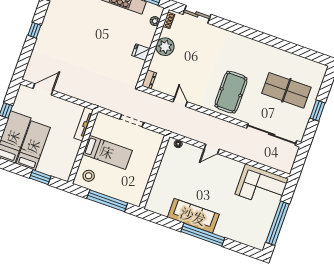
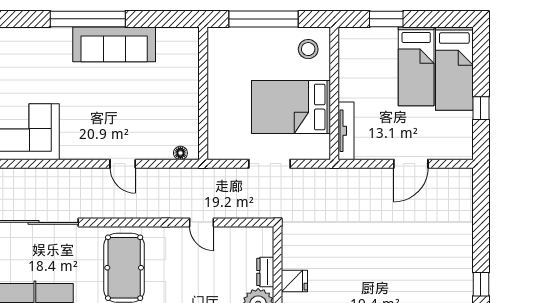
window: (34, 30) -> (481, 284), moved
dresser: (149, 79) -> (265, 272), moved
door: (43, 89) -> (411, 164), moved
door: (212, 149) -> (123, 164), swing flipped
bed: (107, 152) -> (291, 107), width x1.50

